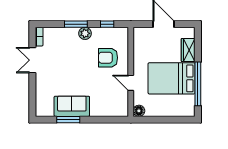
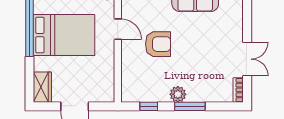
wardrobe: (188, 50) -> (42, 87), moved
armchair: (108, 58) -> (158, 44), moved

